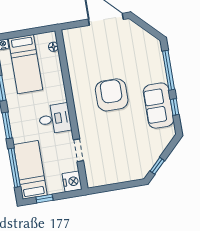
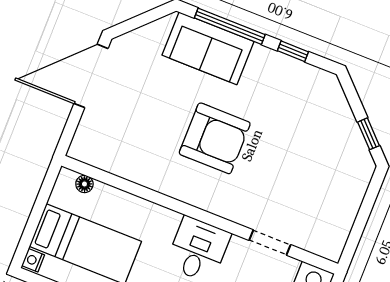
armchair: (112, 95) -> (215, 138), turned 180
sofa: (158, 106) -> (208, 48), moved

